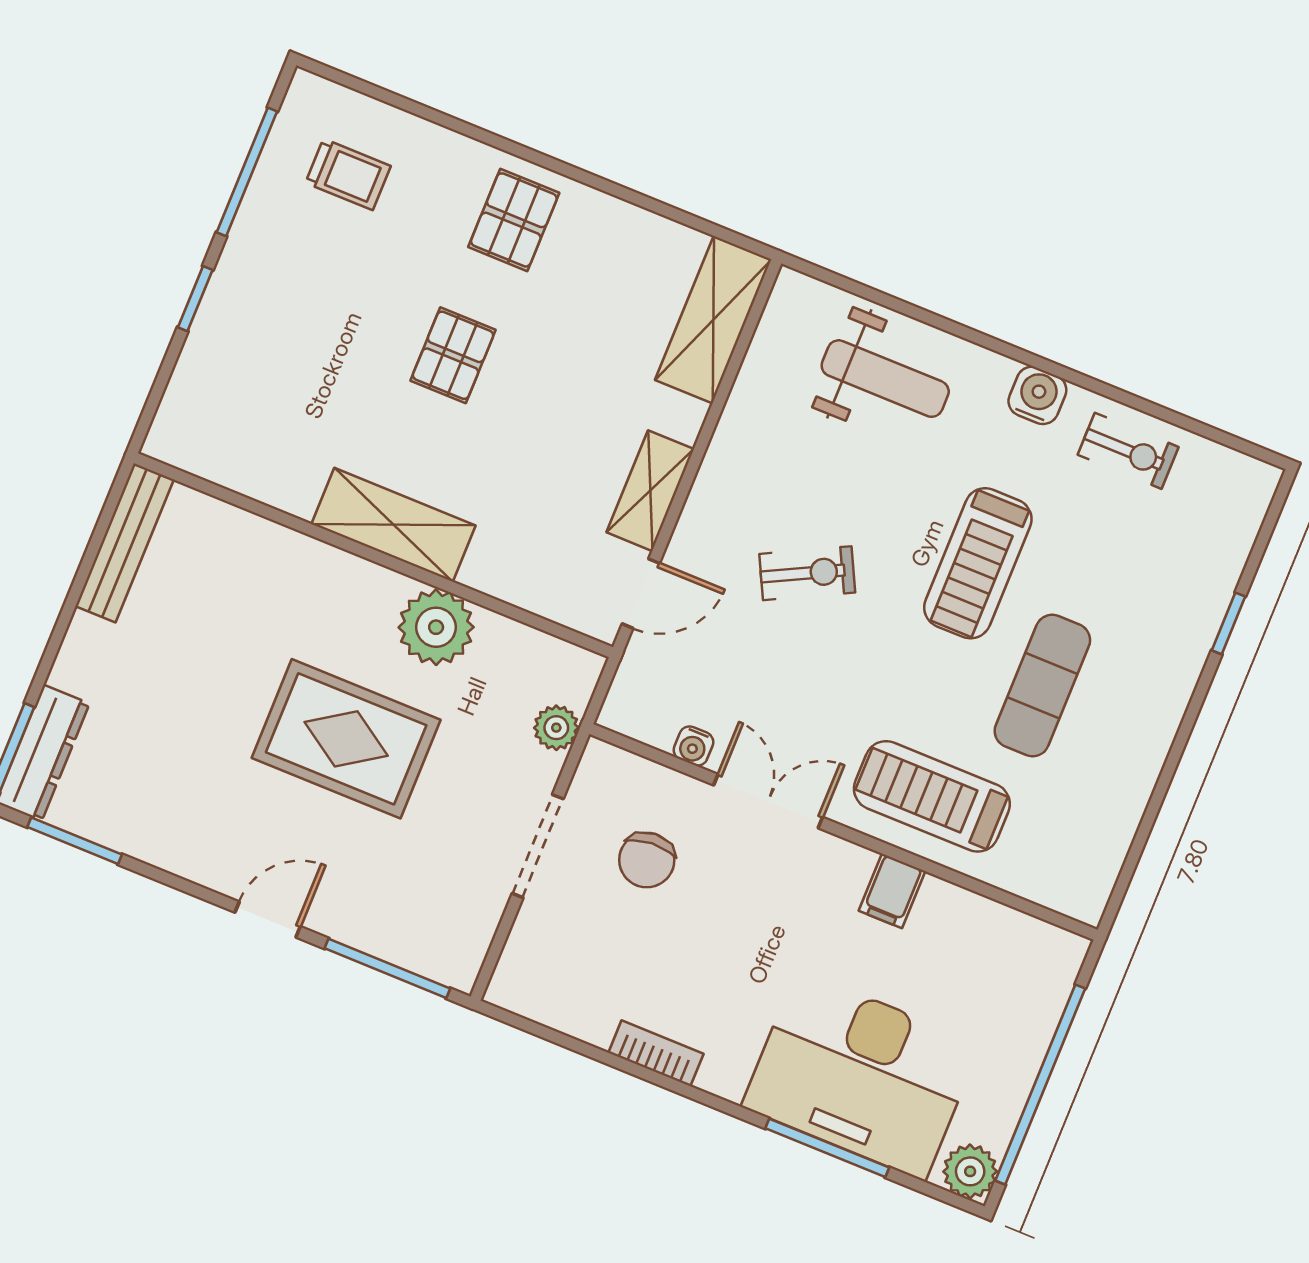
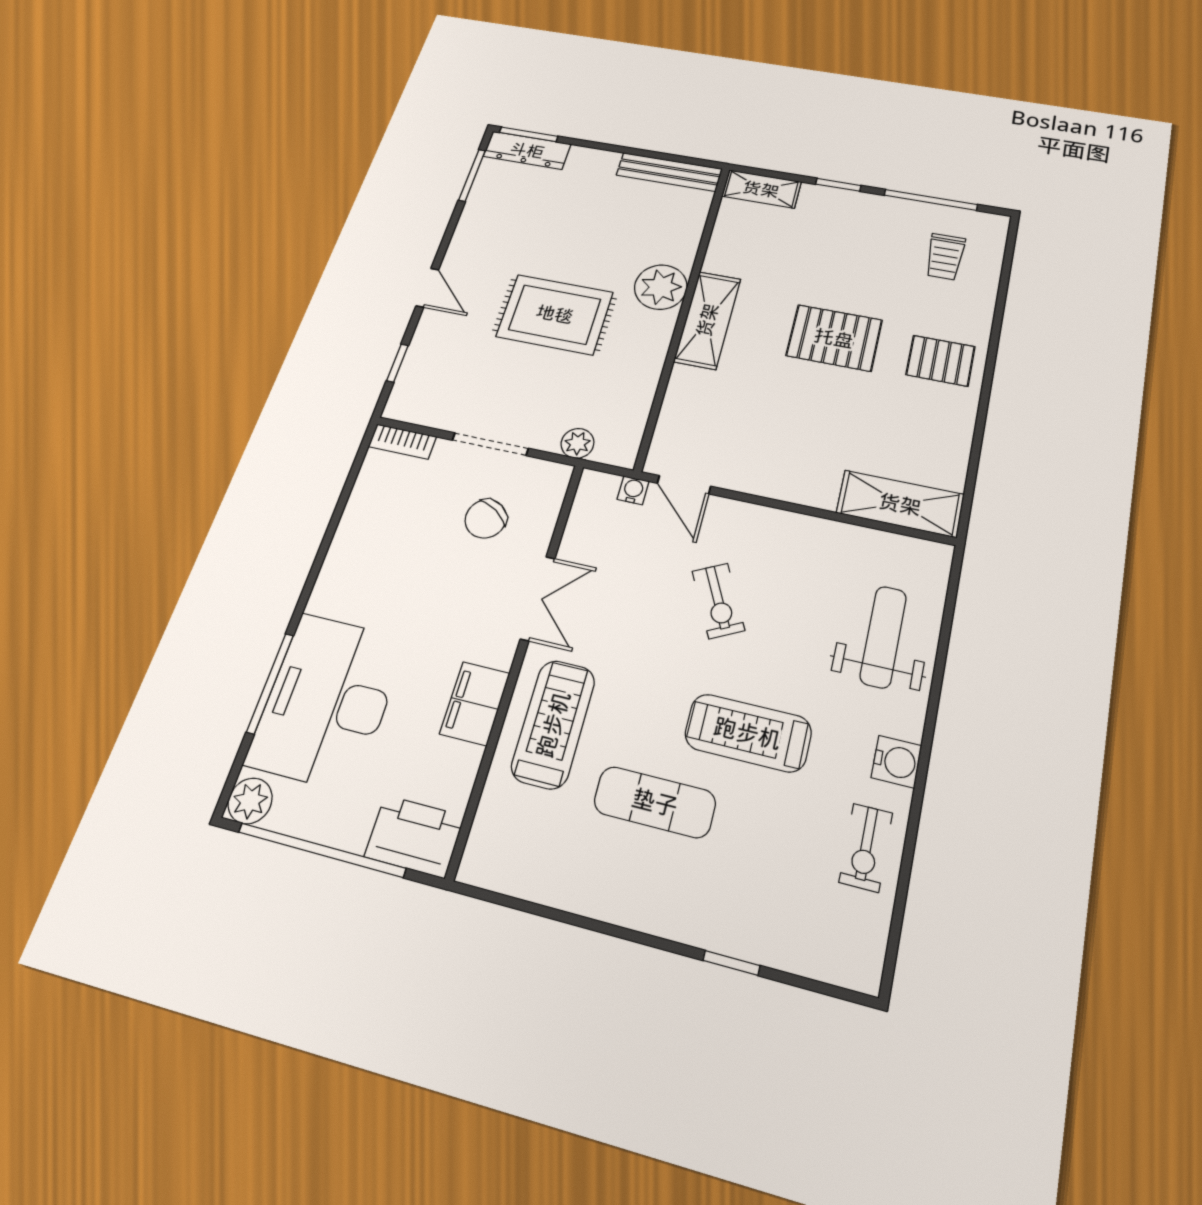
pallet: (453, 355) -> (834, 338), width x1.50, depth x1.42
weight bench: (885, 379) -> (883, 637), turned 180
shelving: (650, 491) -> (761, 189), moved
plant: (436, 627) -> (661, 287), moved
rug: (346, 739) -> (555, 314), turned 90
water cooler: (693, 746) -> (633, 490), moved, turned 90
chair: (647, 860) -> (486, 519), turned -53
filing cabinet: (892, 891) -> (475, 703), width x2.00
window: (387, 968) -> (397, 363), width x0.46
printer: (1040, 973) -> (414, 836), added
bookcase: (656, 1053) -> (402, 442), moved, turned 90

